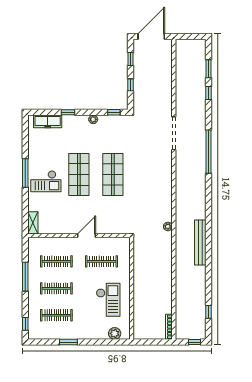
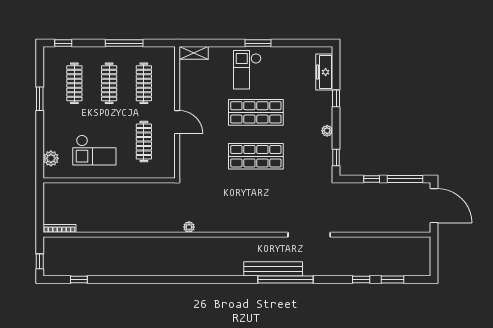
window: (131, 59) -> (405, 179), width x2.17
window: (25, 173) -> (258, 43), width x0.69
bench: (200, 243) -> (273, 269), moved

